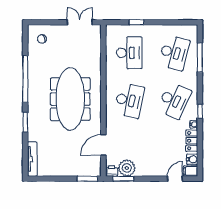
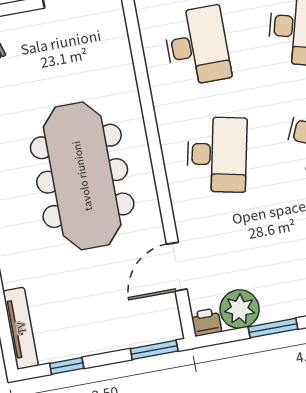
window: (49, 179) -> (67, 366), added
window: (123, 179) -> (273, 328), moved

